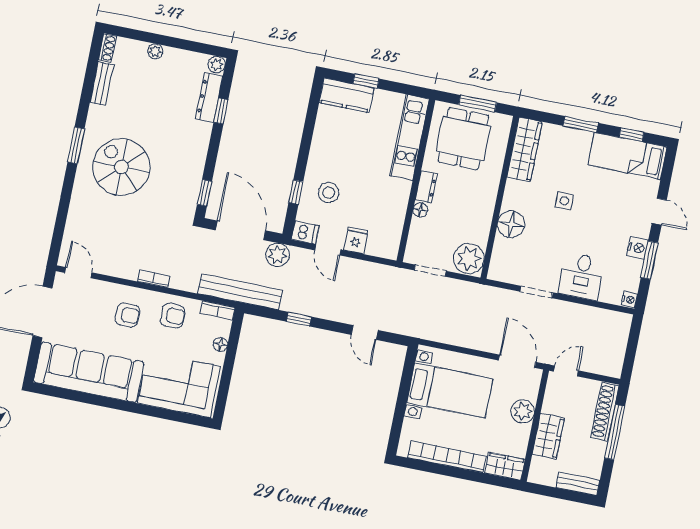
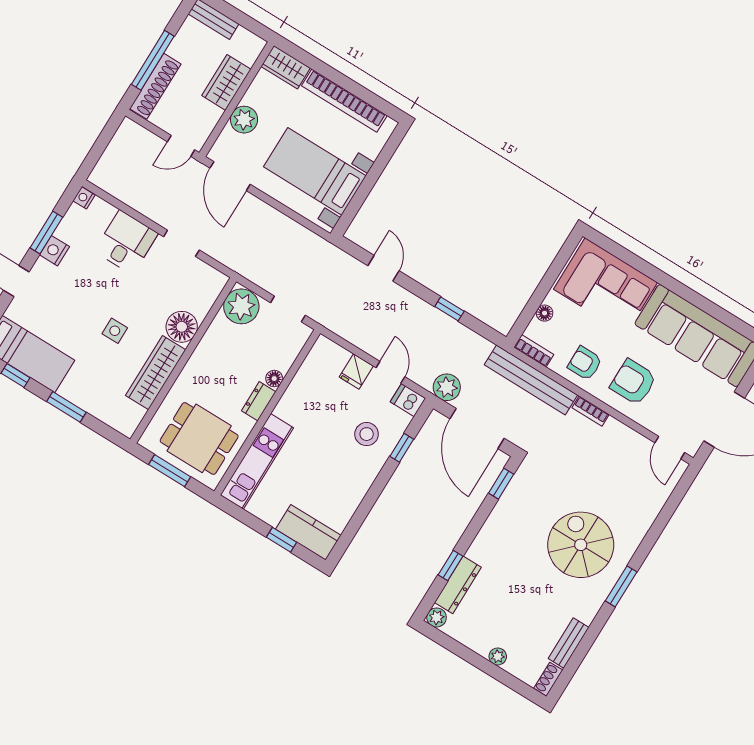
dining table: (463, 139) -> (199, 438), turned 90
wardrobe: (525, 149) -> (156, 373), moved
spiral stairs: (121, 167) -> (581, 545), turned 180
bench: (240, 292) -> (531, 380), moved
armchair: (127, 315) -> (633, 382), width x1.38, depth x1.38

